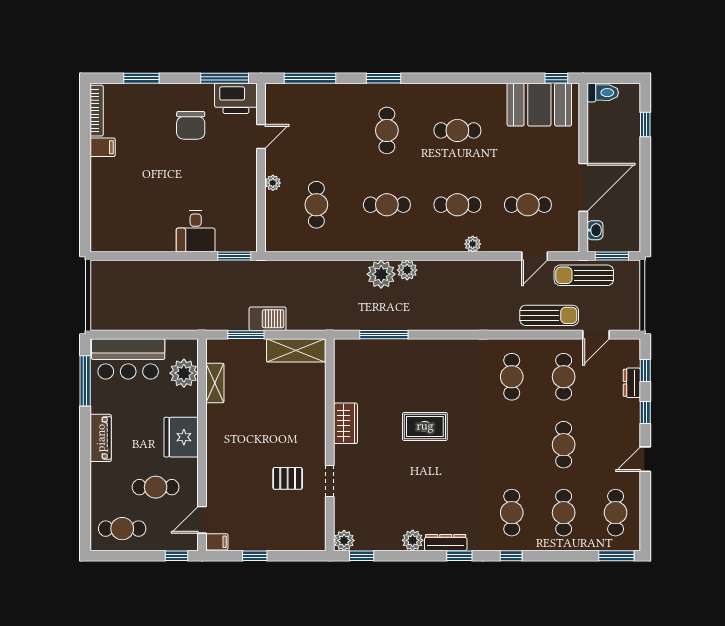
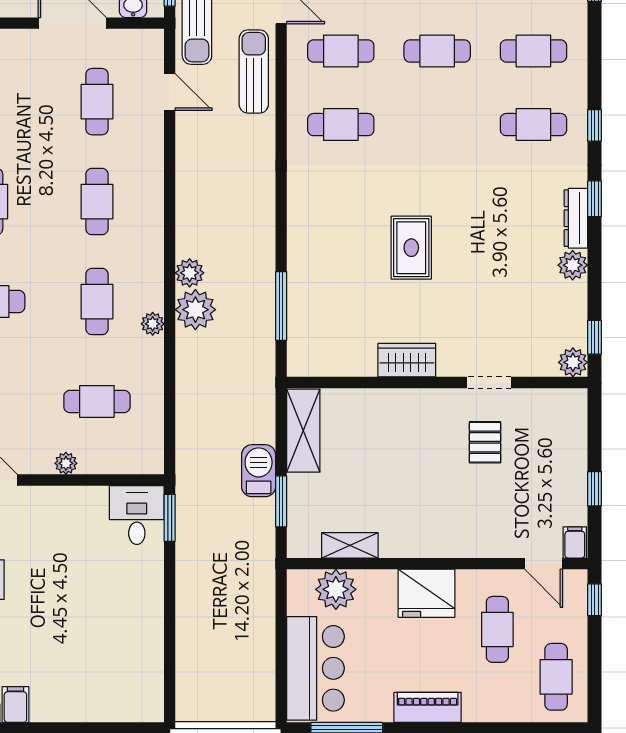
desk: (196, 231) -> (137, 515), moved, turned -90
plant: (473, 244) -> (153, 324), moved

